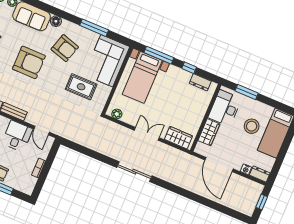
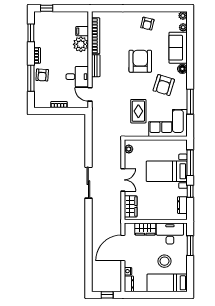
armchair: (29, 62) -> (140, 61), turned 180
bed with nightstands: (142, 77) -> (167, 171), moved
door: (42, 131) -> (90, 94), hinge flipped

